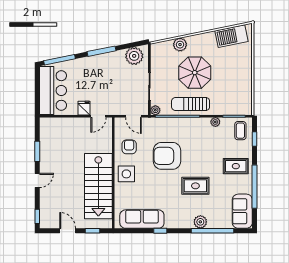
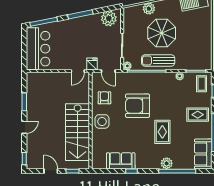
fridge: (84, 108) -> (92, 64), moved
rug: (195, 186) -> (162, 132), turned 90
sofa: (142, 219) -> (121, 161), width x0.73

